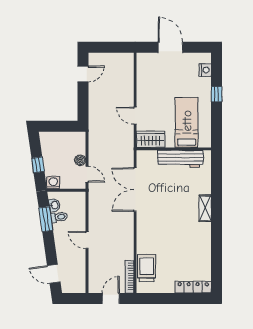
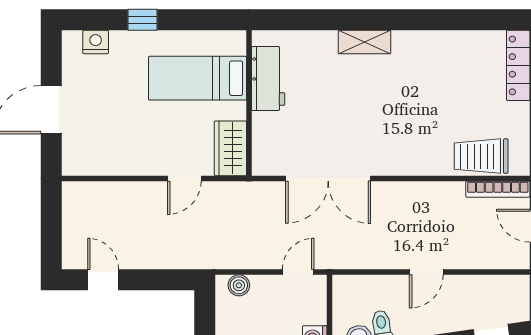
workbench: (180, 159) -> (268, 79), width x0.73
boiler: (80, 160) -> (239, 285), moved

